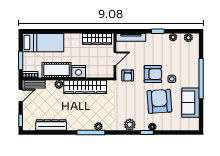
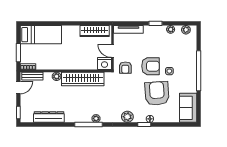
door: (115, 59) -> (113, 51), swing flipped
cot: (57, 70) -> (54, 62), removed
nightstand: (79, 71) -> (104, 64), moved
sofa: (191, 103) -> (188, 108), moved

